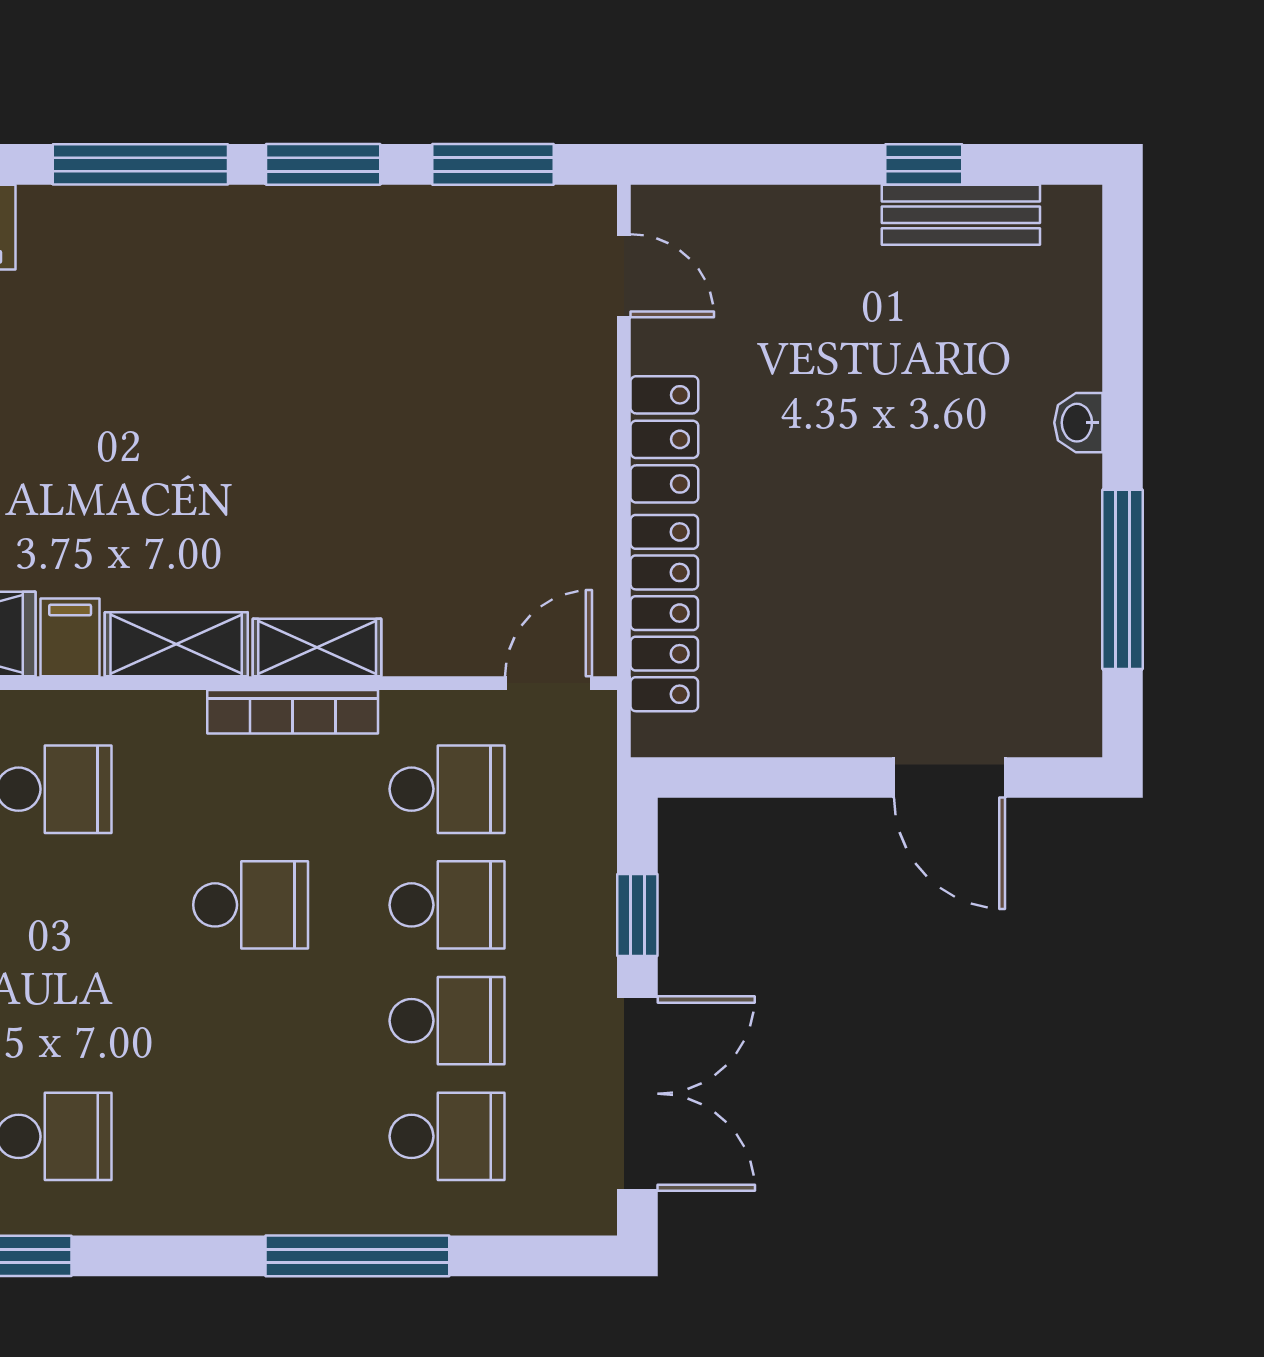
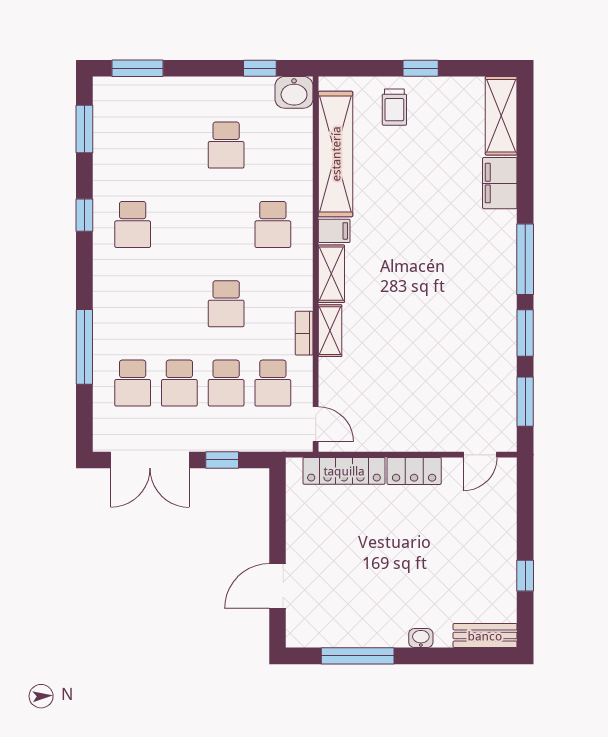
bench: (961, 215) -> (485, 636), moved, turned 90
bookcase: (293, 712) -> (304, 333), width x0.64

